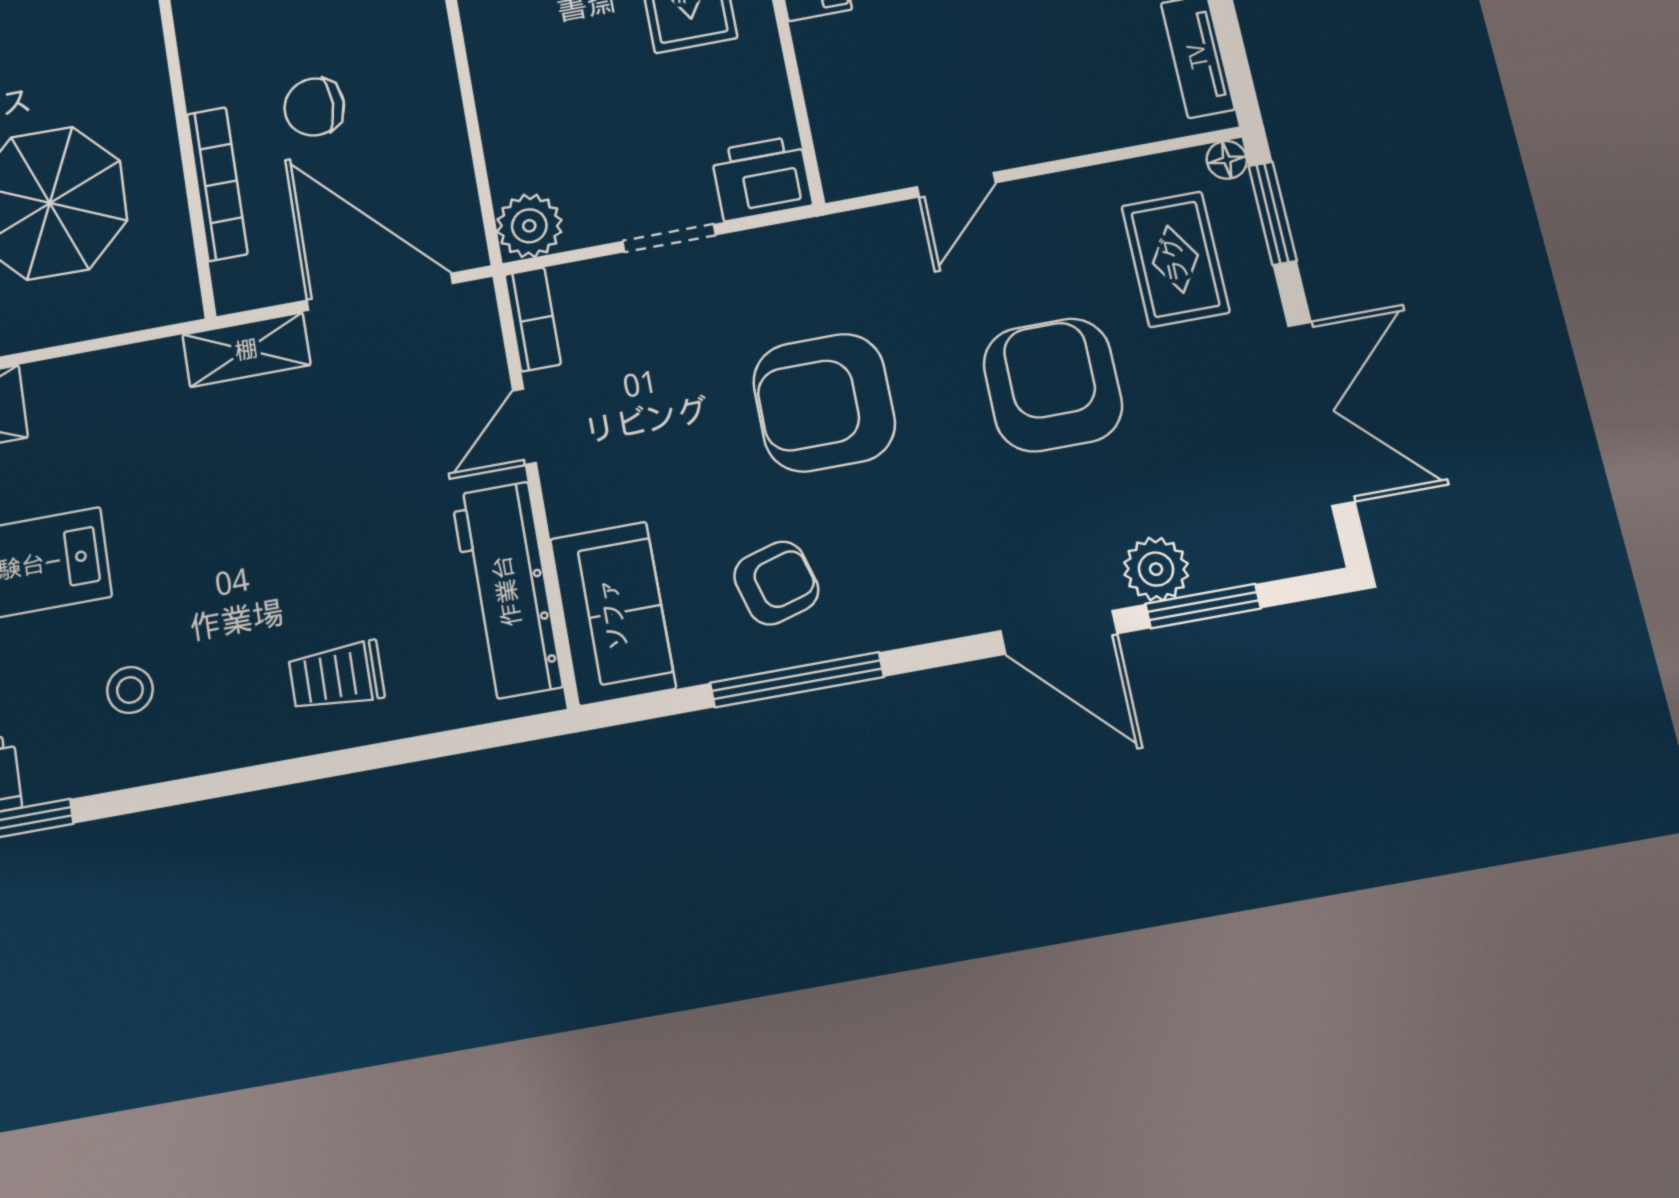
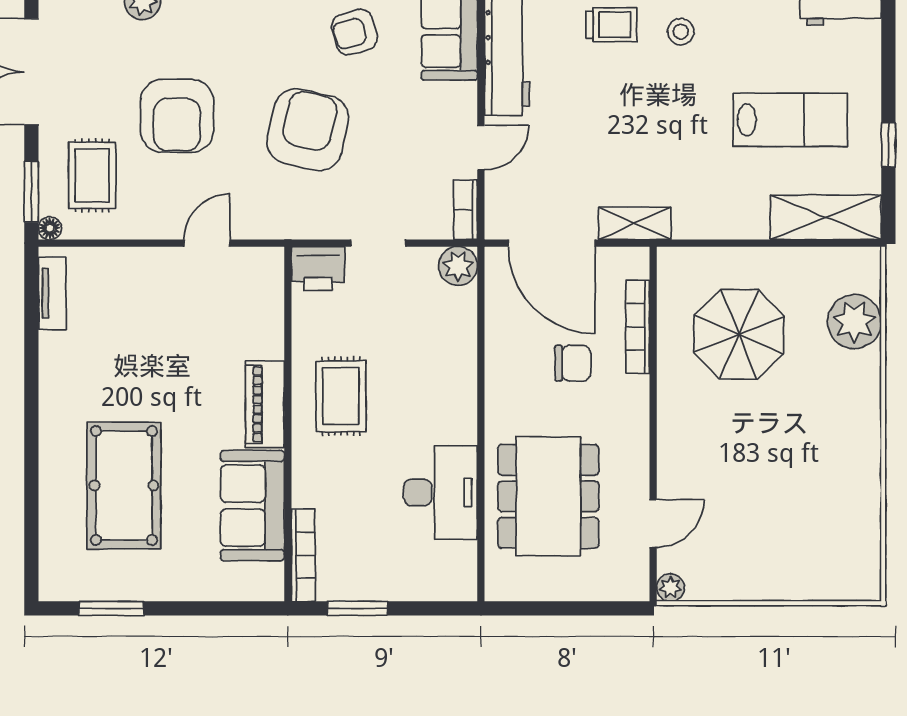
armchair: (824, 403) -> (308, 130), turned -77
stool: (130, 690) -> (681, 32), moved

